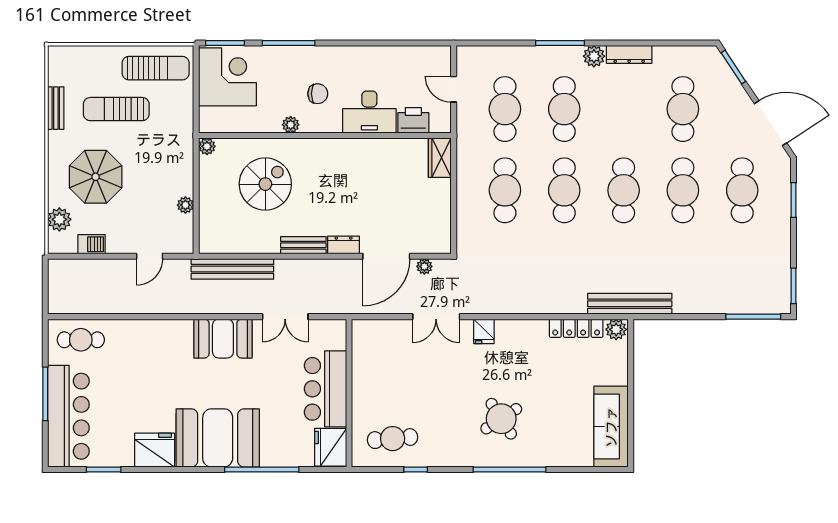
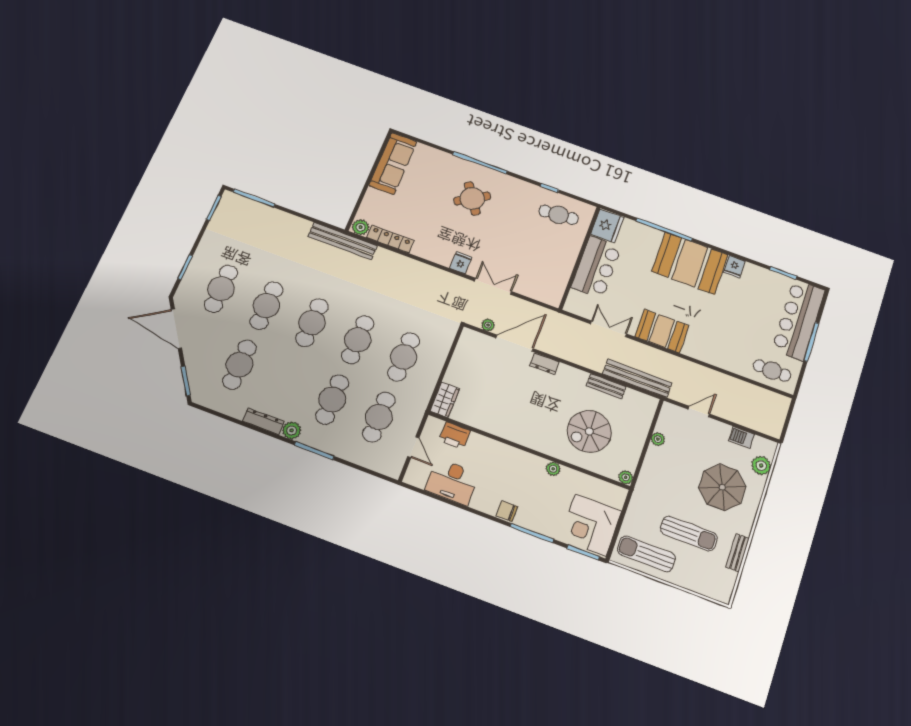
chair: (318, 94) -> (507, 511), moved
desk: (369, 112) -> (452, 482), moved, turned 180
bench: (303, 245) -> (606, 386), moved
fridge: (155, 450) -> (734, 267), width x0.53, depth x0.75

